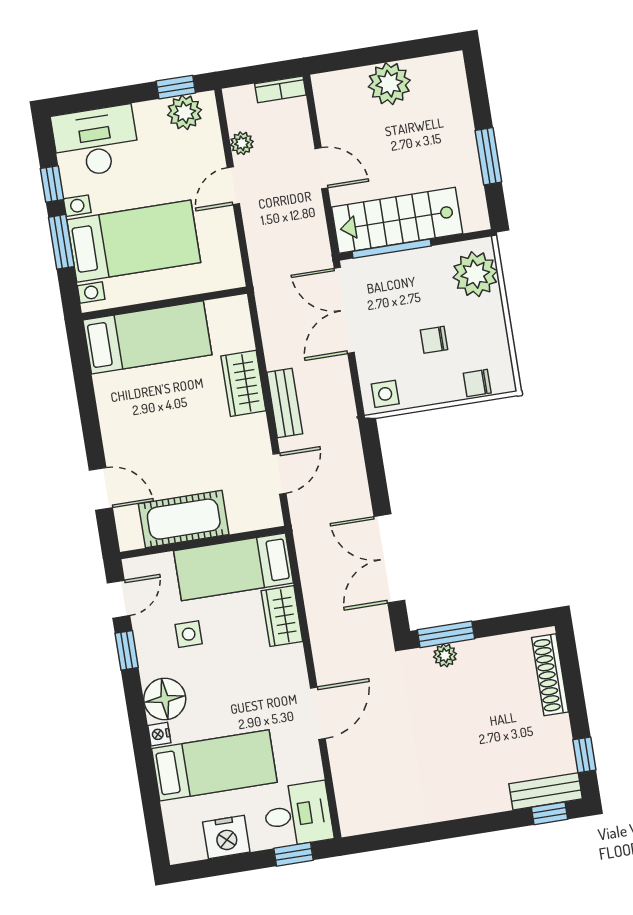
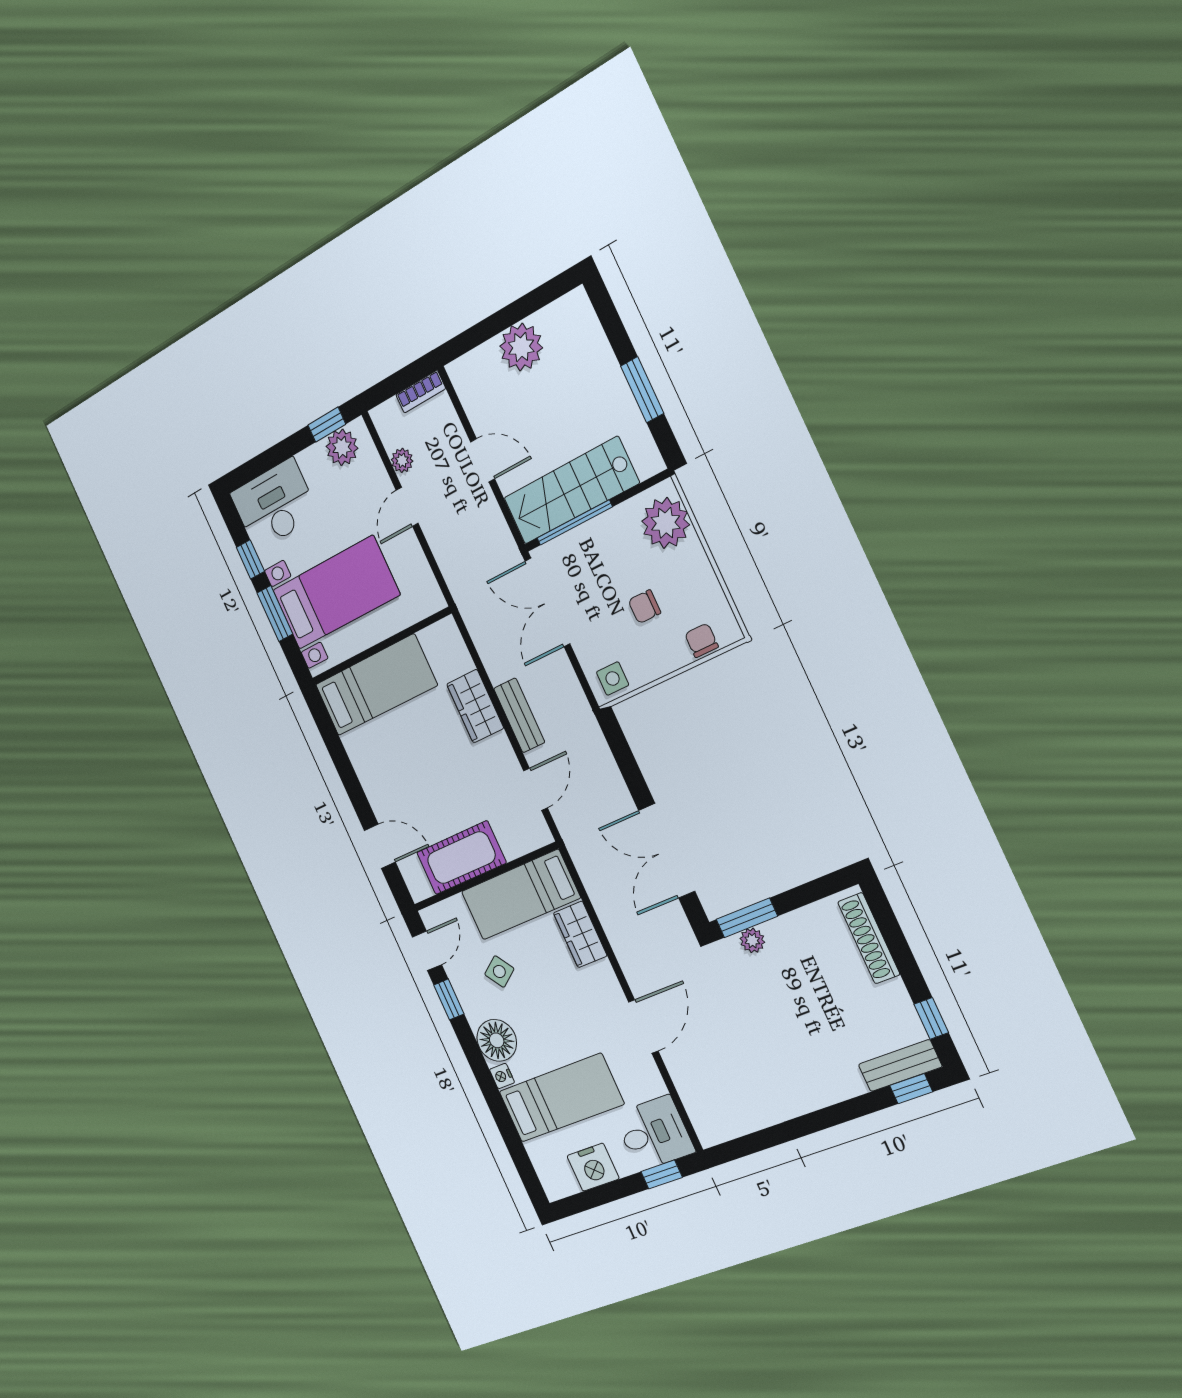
chair: (477, 383) -> (702, 640), turned 90
side table: (189, 634) -> (499, 972), turned -35

